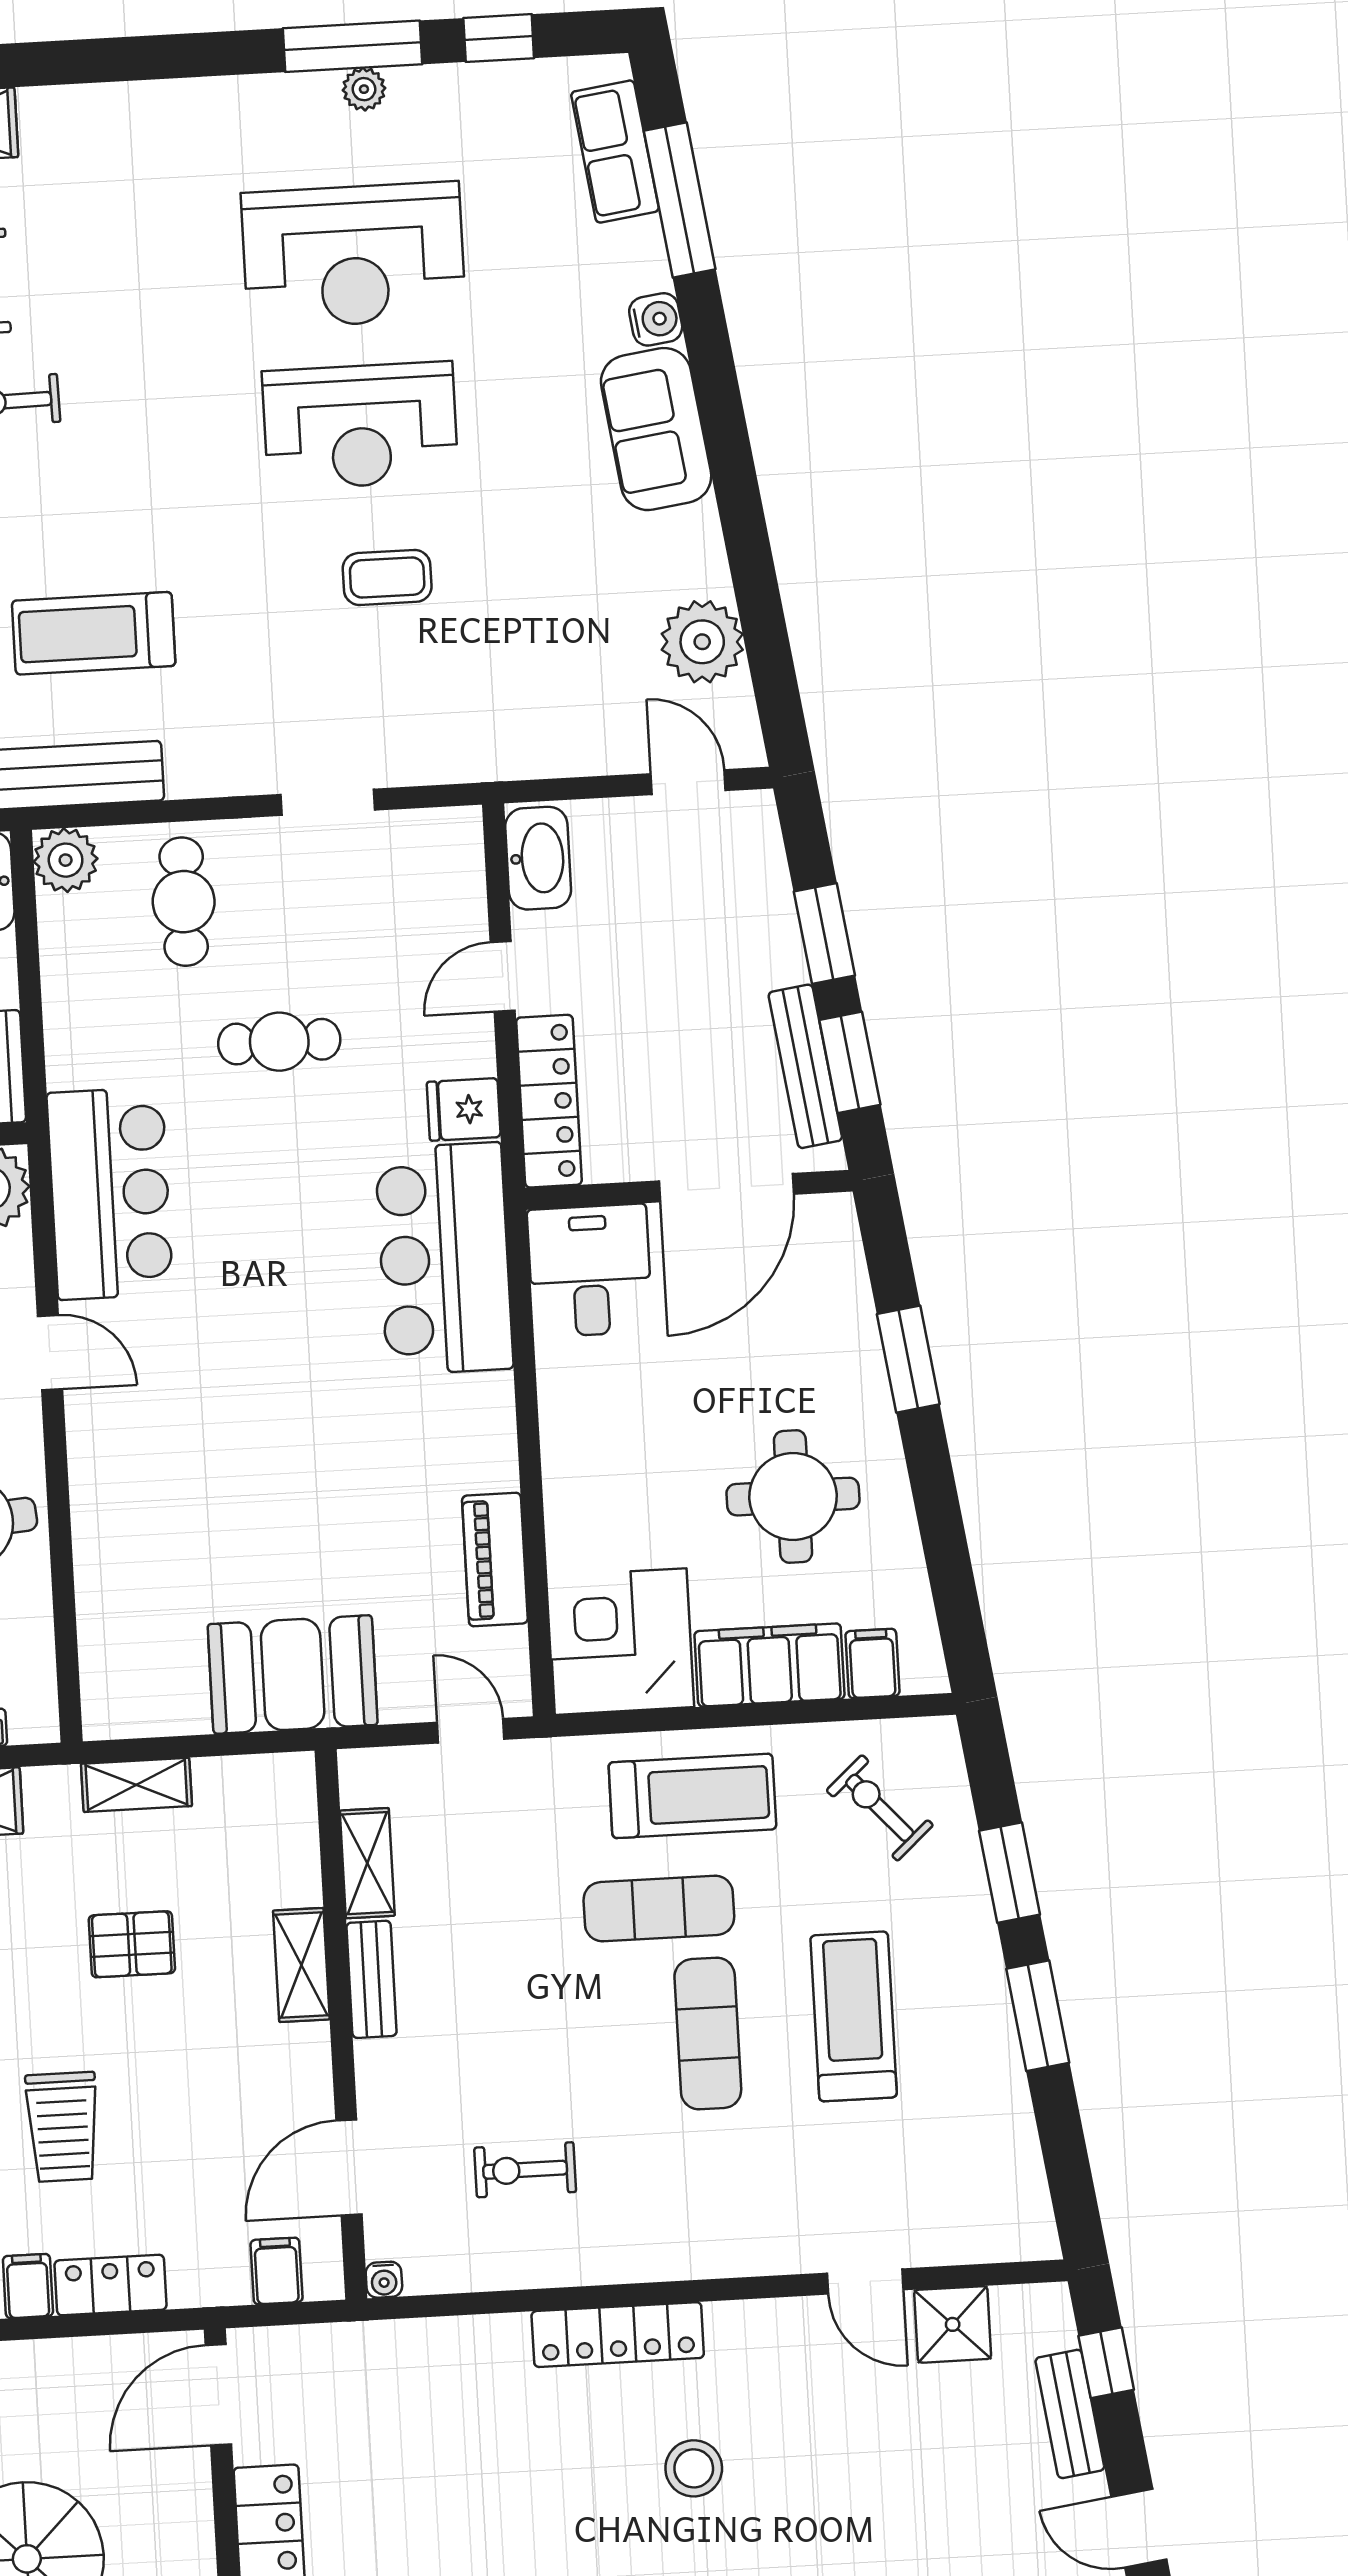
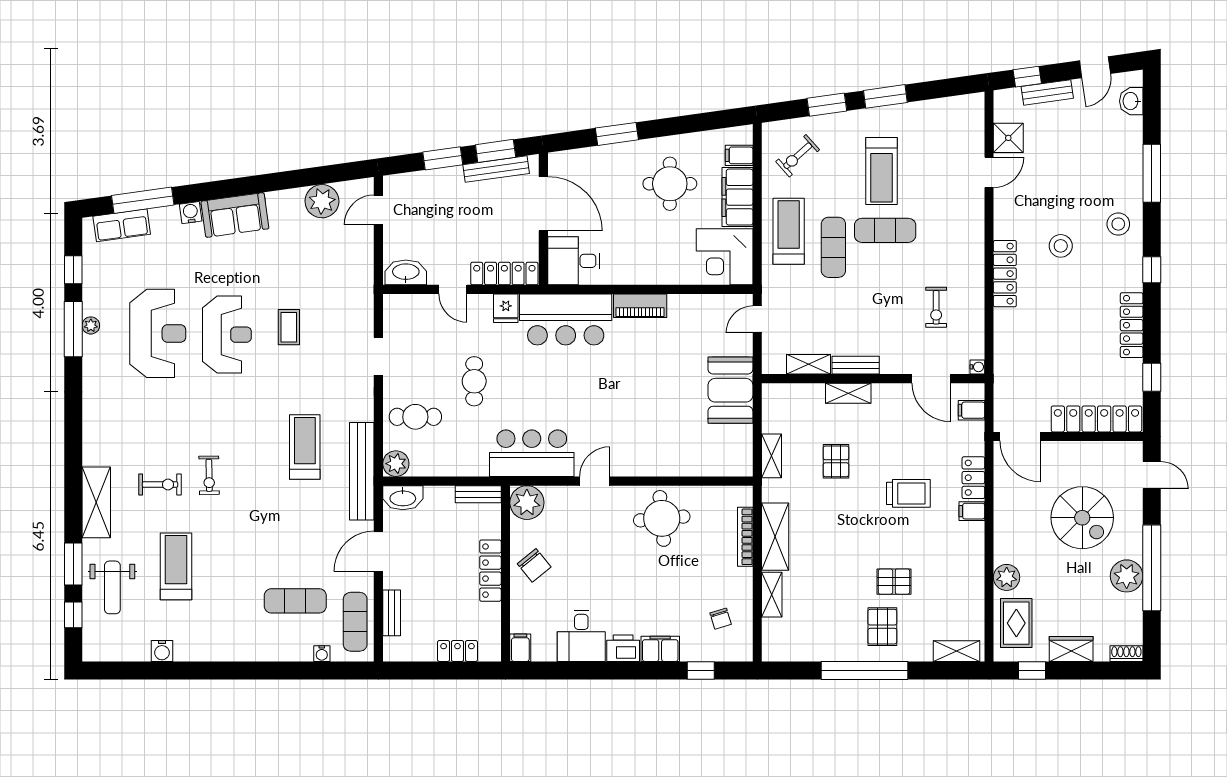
treadmill: (94, 633) -> (305, 447), turned 180
piano: (495, 1560) -> (640, 306), moved
treadmill: (854, 2016) -> (881, 171), turned -90

